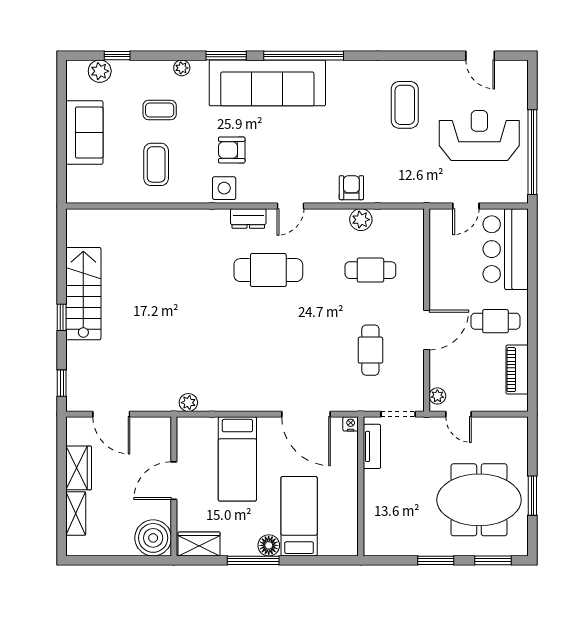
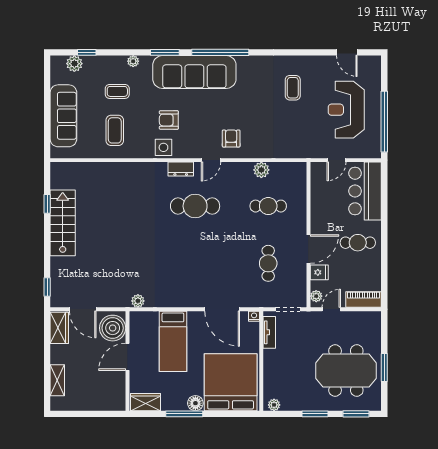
coffee table: (405, 105) -> (293, 88), width x0.73, depth x0.77
sofa: (84, 133) -> (63, 116), width x1.36
reception desk: (479, 135) -> (346, 110), turned -90
armchair: (351, 188) -> (231, 138), moved
window: (62, 317) -> (47, 204), moved
fridge: (442, 363) -> (319, 272), added
piano: (517, 370) -> (364, 299), moved, turned 90
door: (458, 414) -> (331, 309), swing flipped
wardrobe: (79, 468) -> (59, 328), moved
bed: (299, 516) -> (231, 382), width x2.04
boiler: (153, 538) -> (113, 328), moved
plant: (379, 548) -> (274, 405), added

